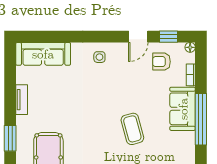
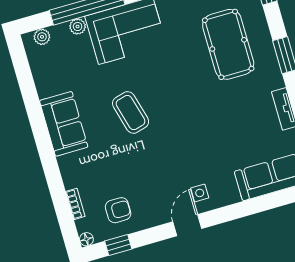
door: (138, 37) -> (187, 225), moved
sofa: (183, 109) -> (64, 124), moved
window: (201, 119) -> (46, 150), removed

